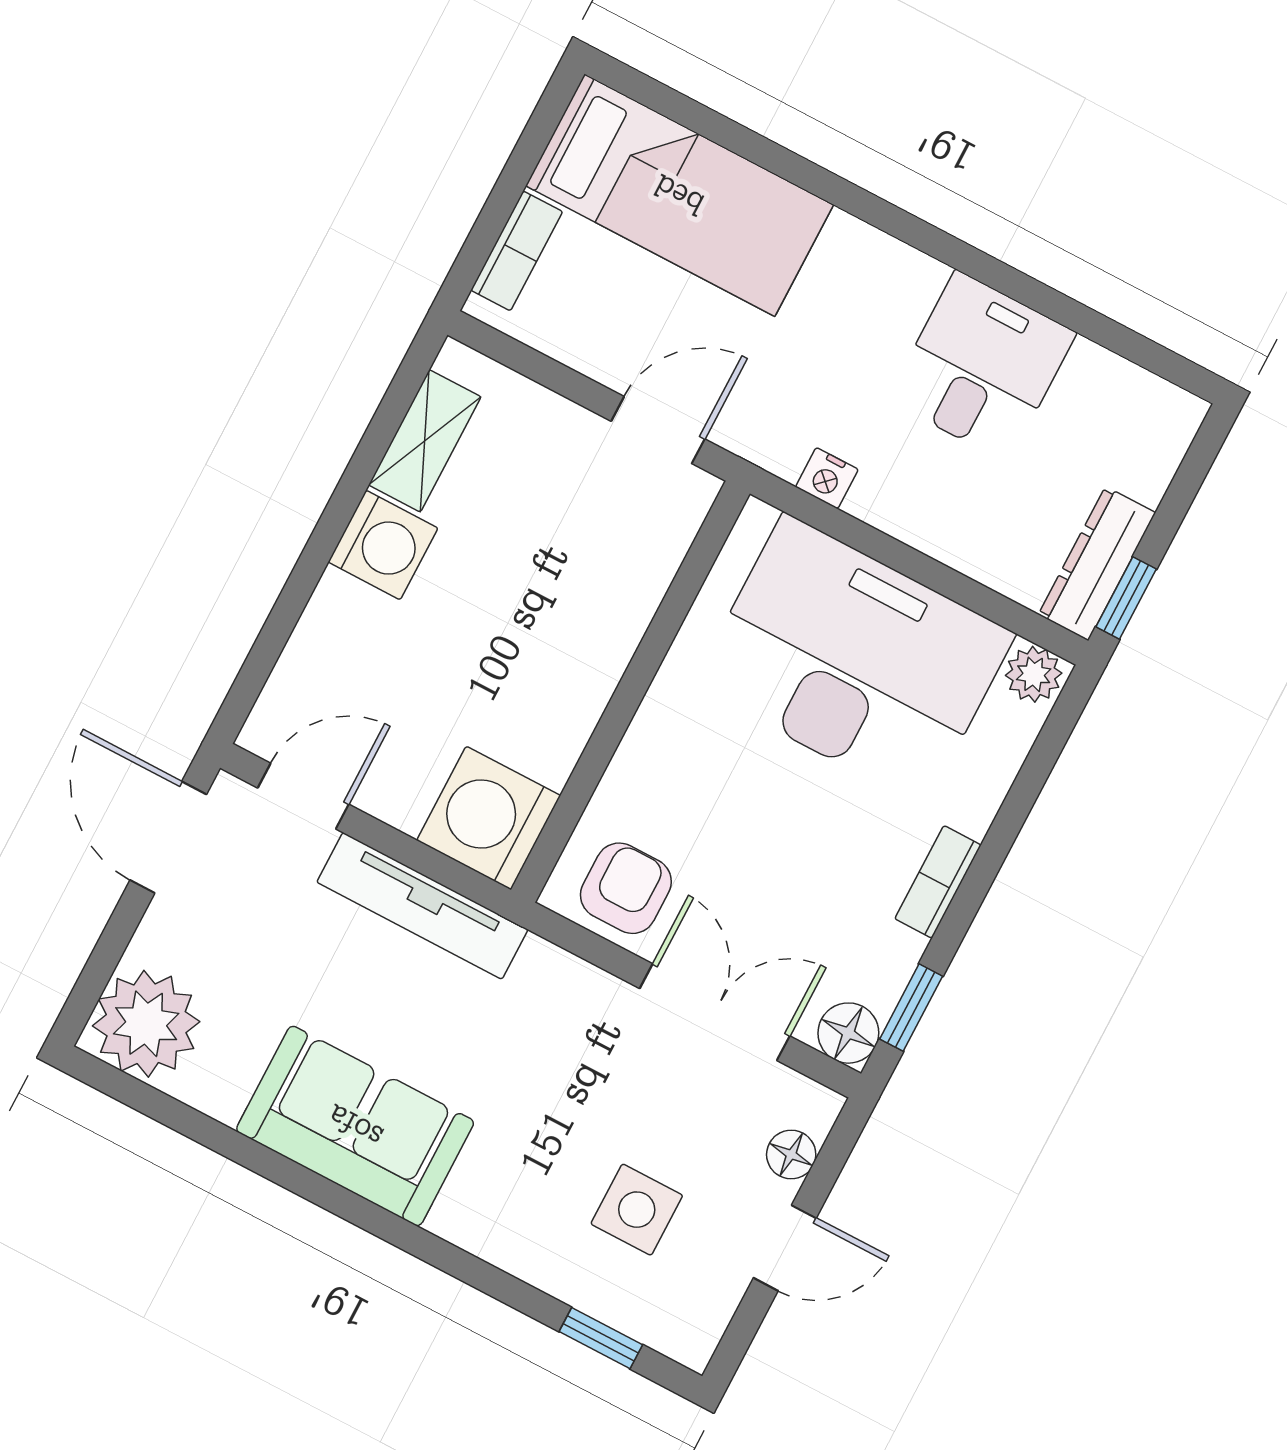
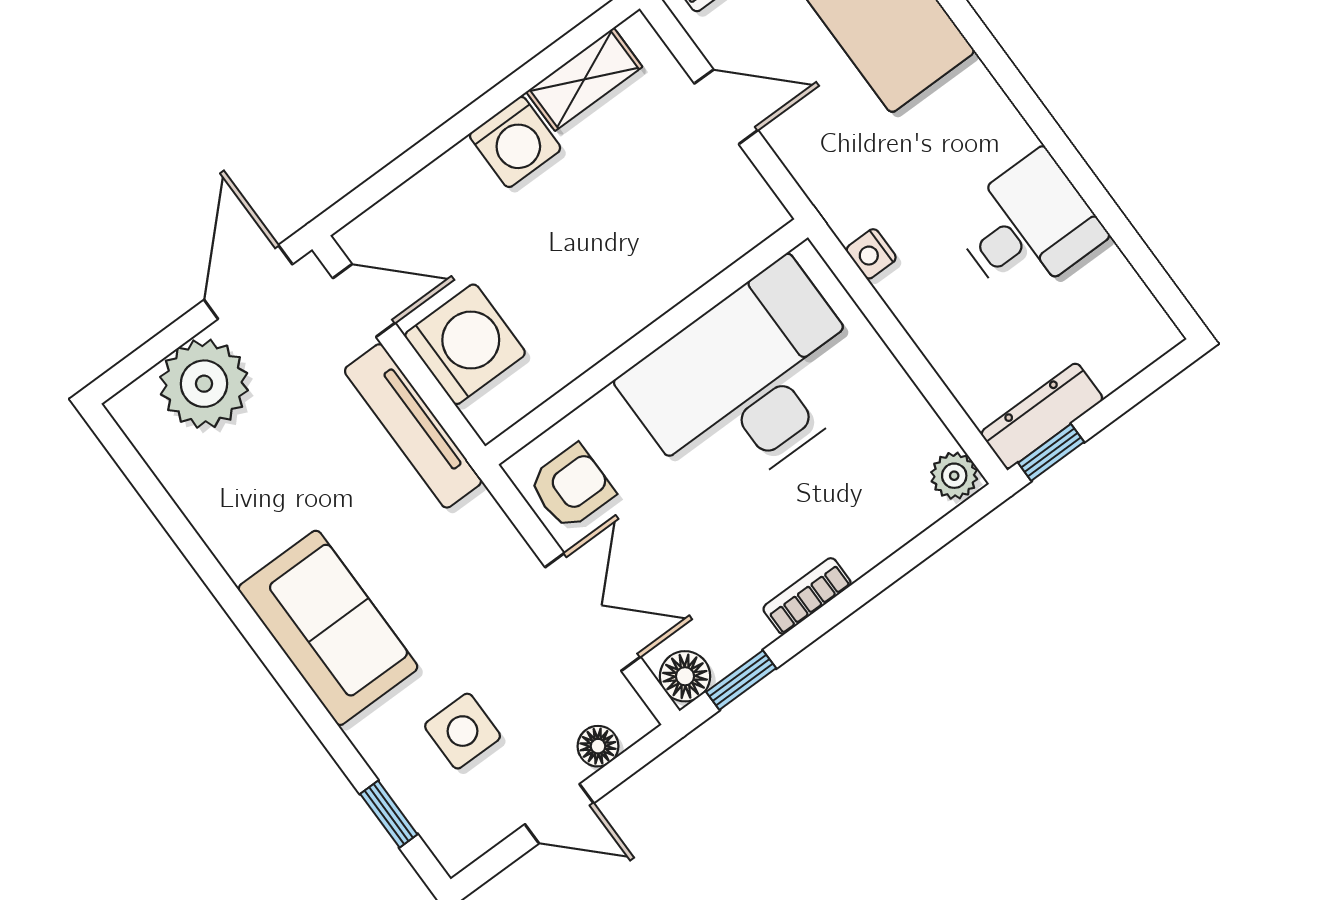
door: (658, 430) -> (726, 107), moved
desk: (854, 660) -> (749, 383), moved, turned -90
washing machine: (489, 818) -> (465, 344), moved, turned 90
plant: (146, 1024) -> (204, 384), moved
sofa: (355, 1126) -> (328, 628), moved

